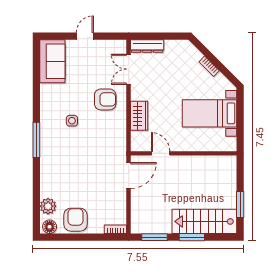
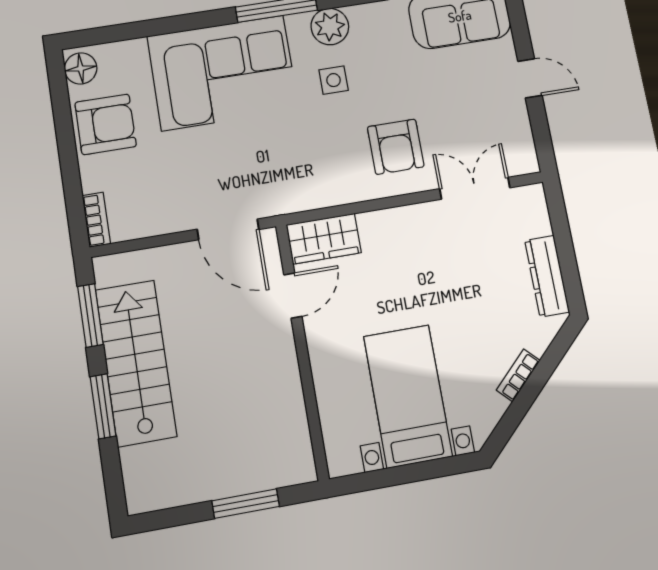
dresser: (147, 46) -> (547, 276), moved
wardrobe: (139, 116) -> (324, 239), moved
corner sofa: (61, 167) -> (223, 73), added
window: (240, 204) -> (246, 504), moved
plant: (48, 206) -> (330, 27), moved
stairs: (204, 221) -> (136, 363), moved

